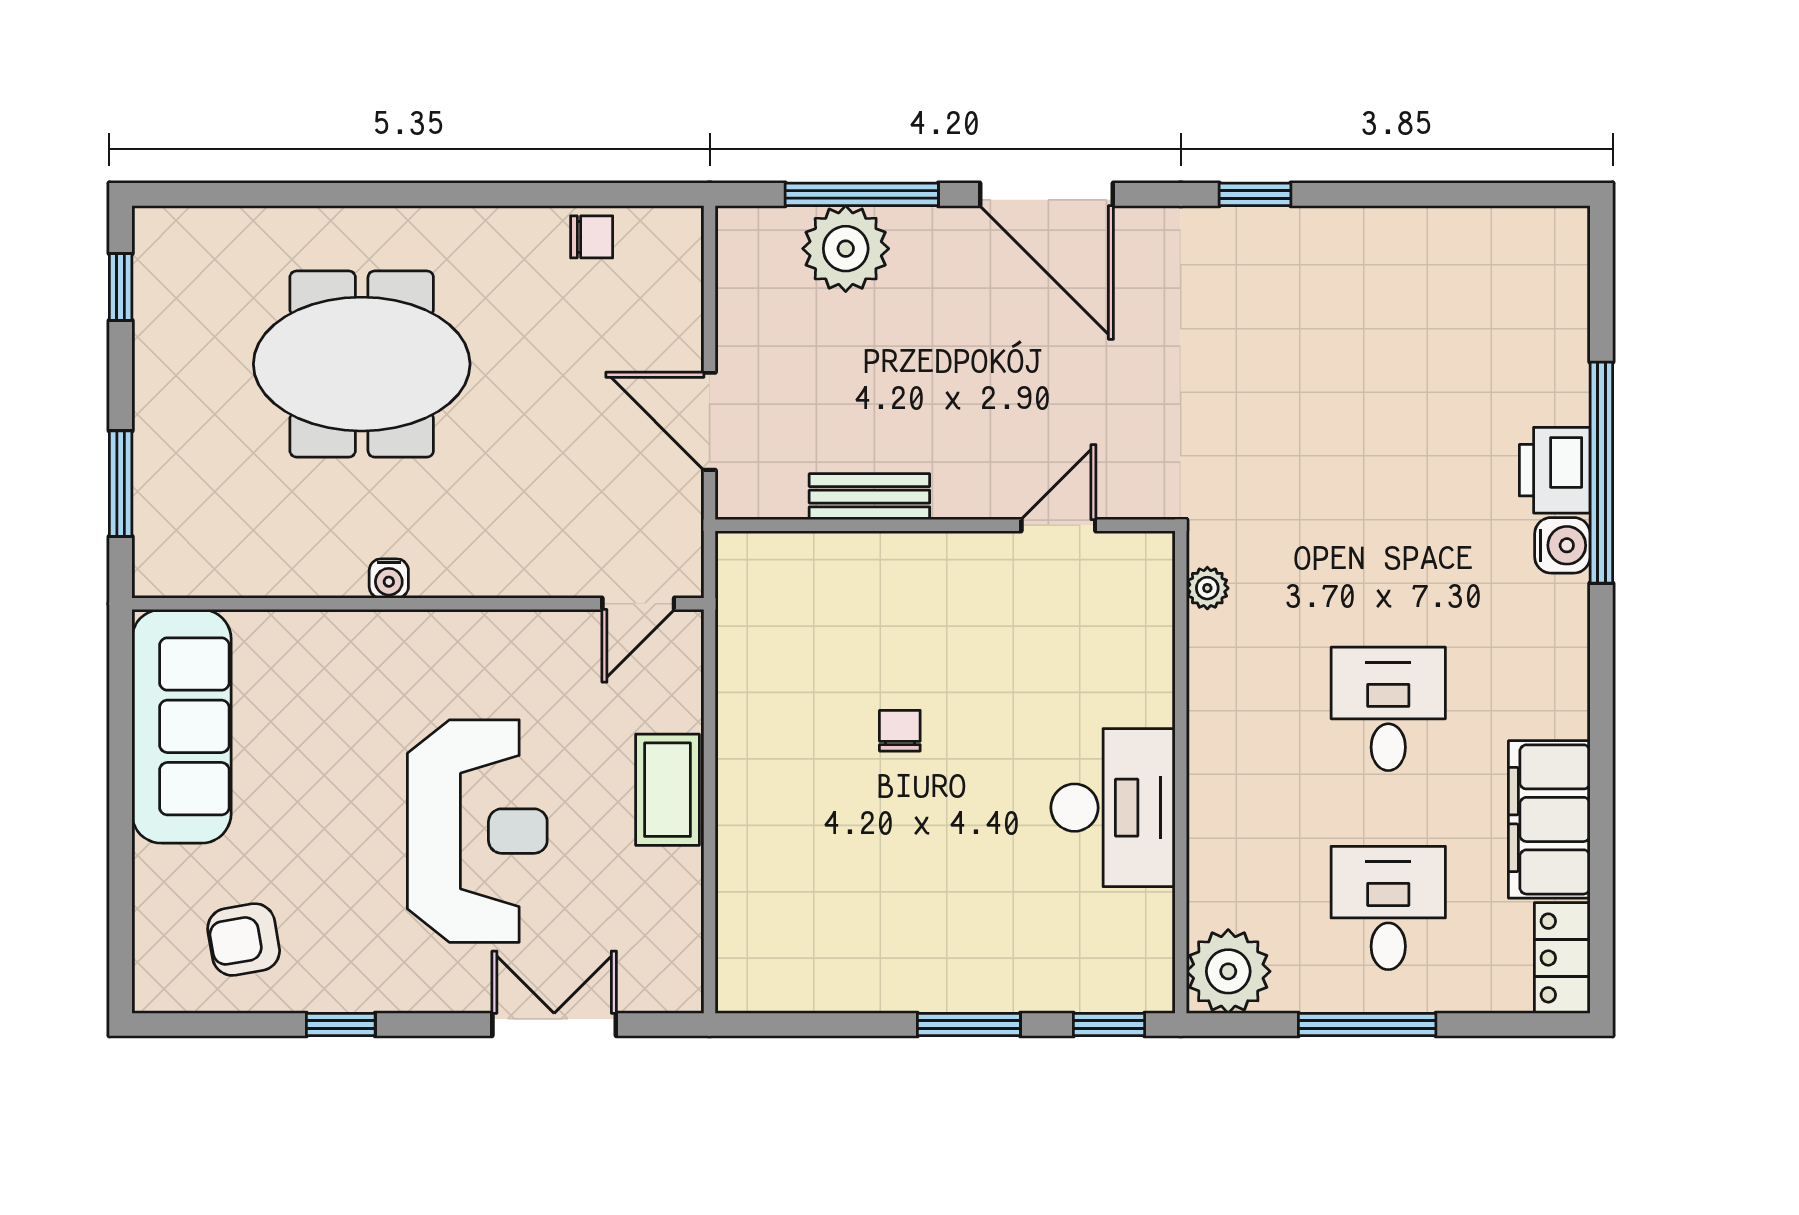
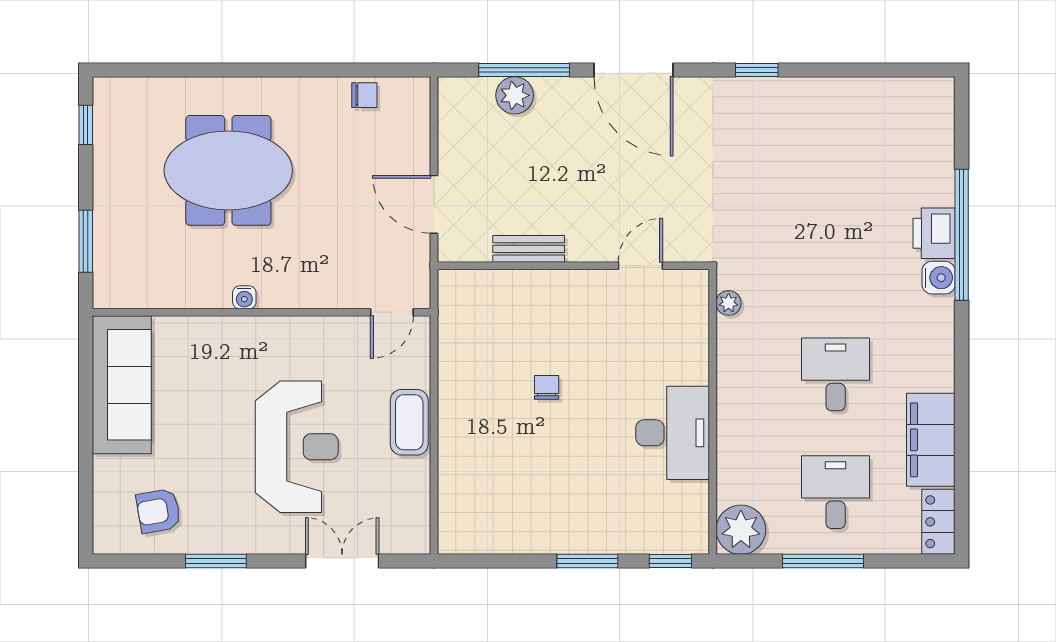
plant: (846, 249) -> (515, 95), width x0.73, depth x0.73
window: (341, 1024) -> (216, 561), width x1.50

